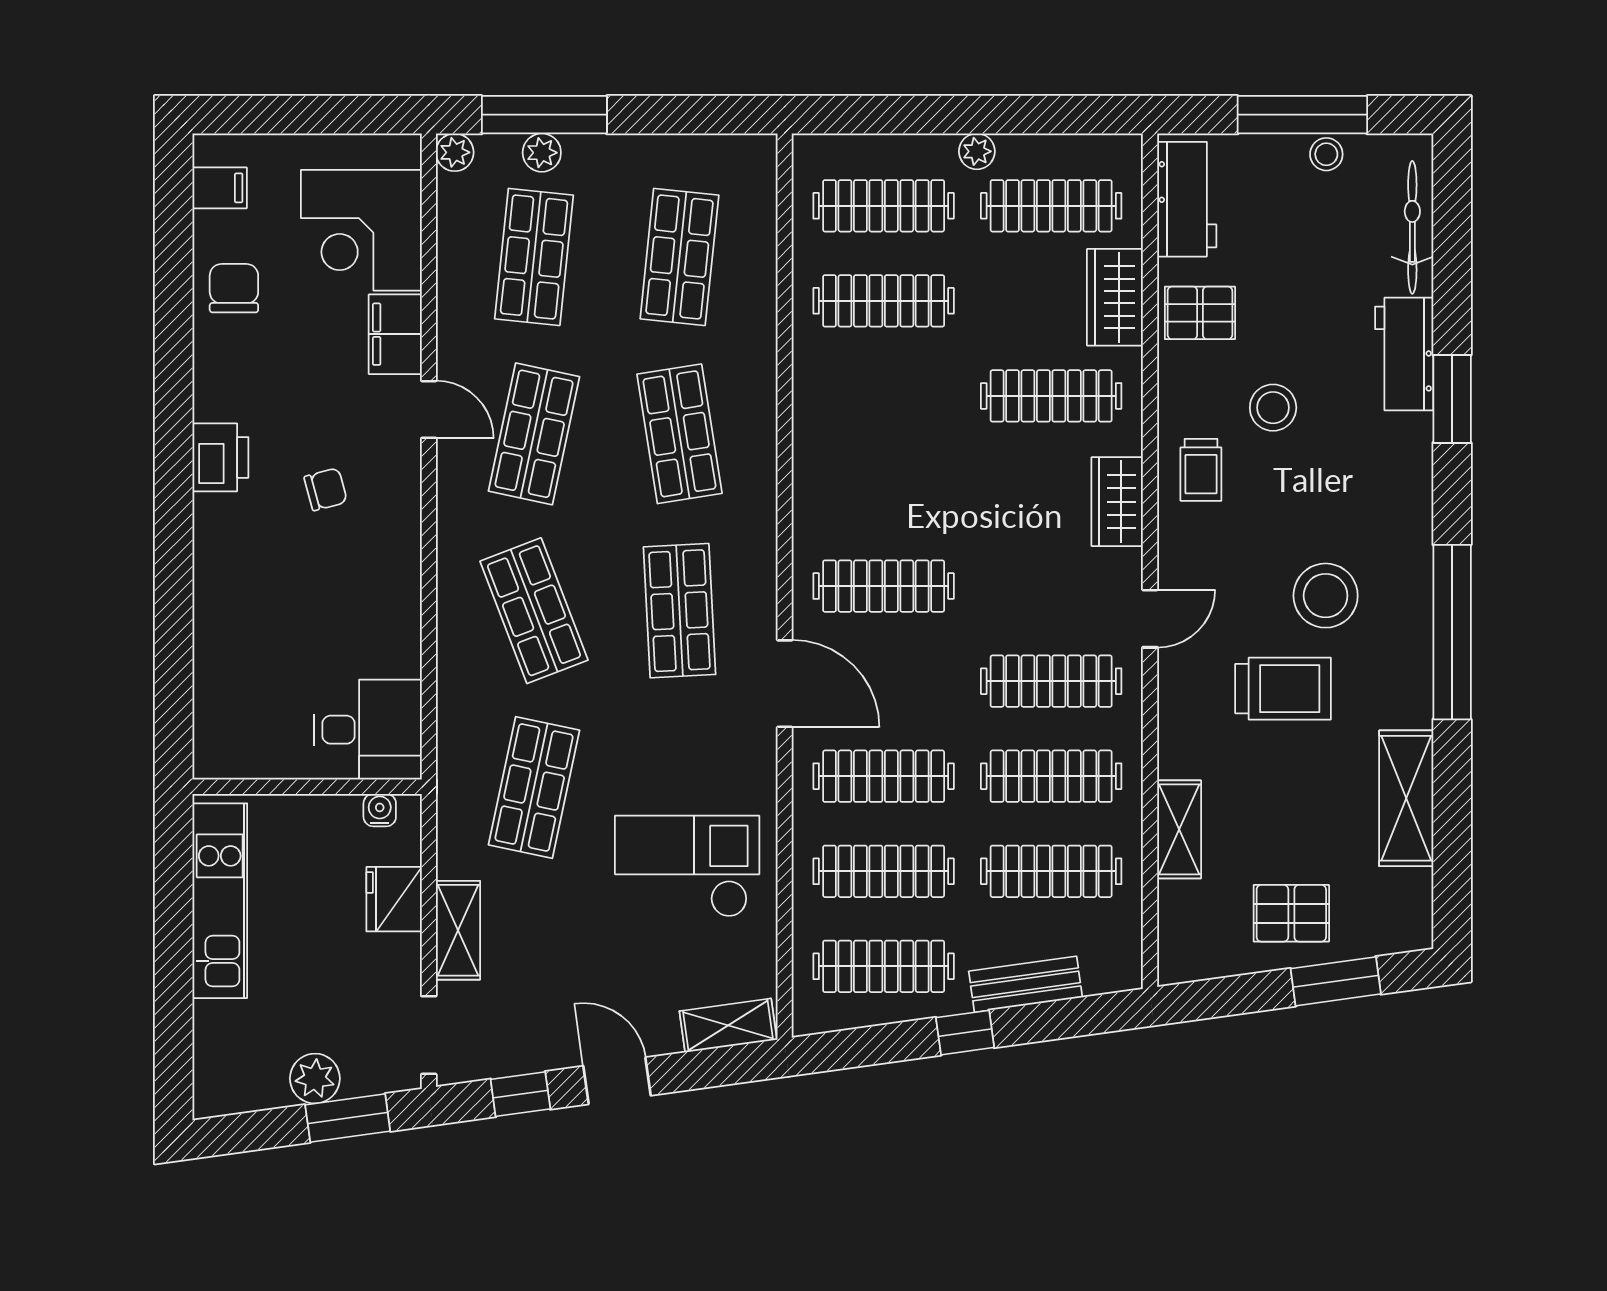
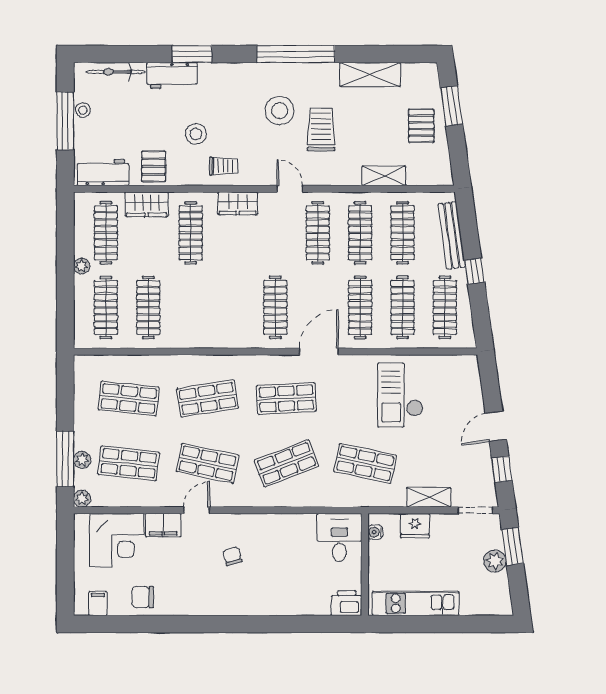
printer: (220, 457) -> (347, 603), moved
bench: (1026, 984) -> (452, 235), width x1.36
shelving: (728, 1025) -> (471, 377), removed

